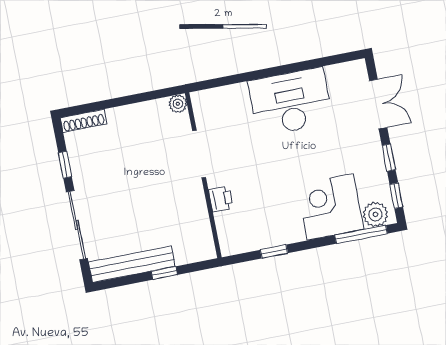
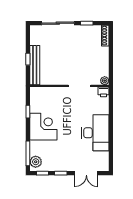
printer: (221, 199) -> (103, 92), moved
corner desk: (330, 207) -> (43, 127), moved
bench: (132, 264) -> (35, 65), moved

